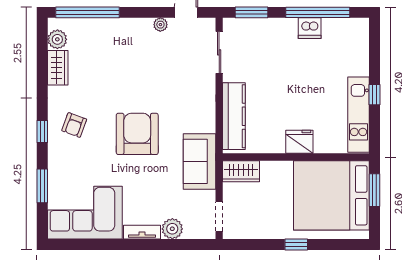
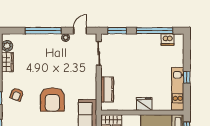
window: (87, 12) -> (43, 31), moved
dishwasher: (310, 28) -> (168, 40), moved
kitchen counter: (234, 116) -> (107, 89), width x0.67
armchair: (137, 134) -> (52, 99), turned 180

